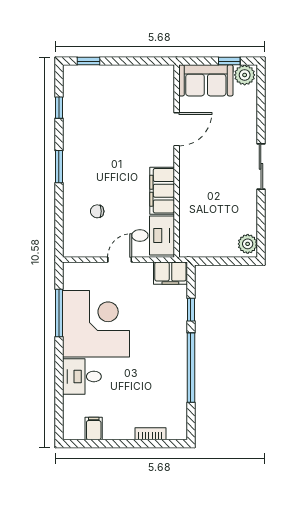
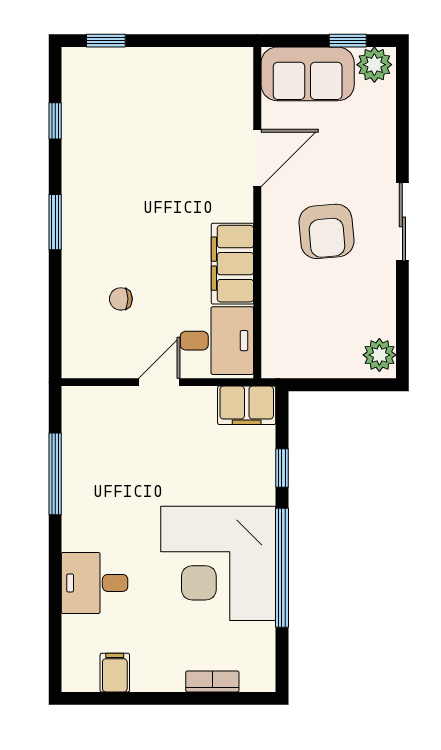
armchair: (217, 172) -> (326, 231), added
corner desk: (96, 324) -> (218, 563), moved, turned 180

